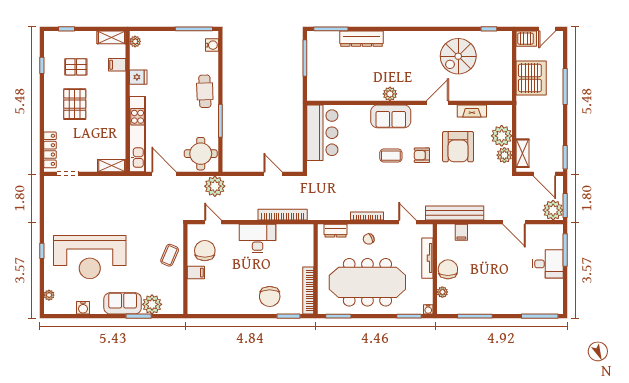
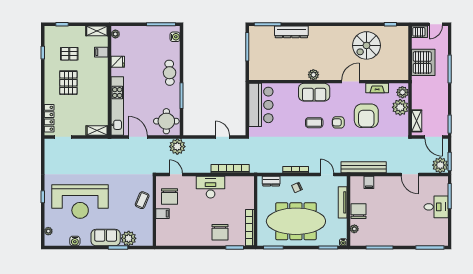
plant: (504, 155) -> (402, 92), moved
chair: (205, 251) -> (170, 197), turned 180

